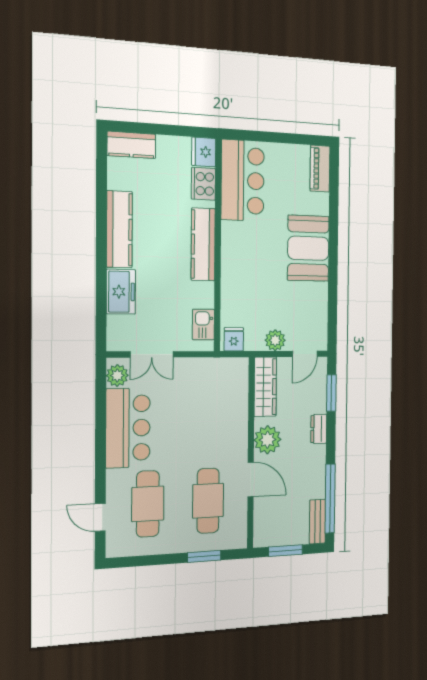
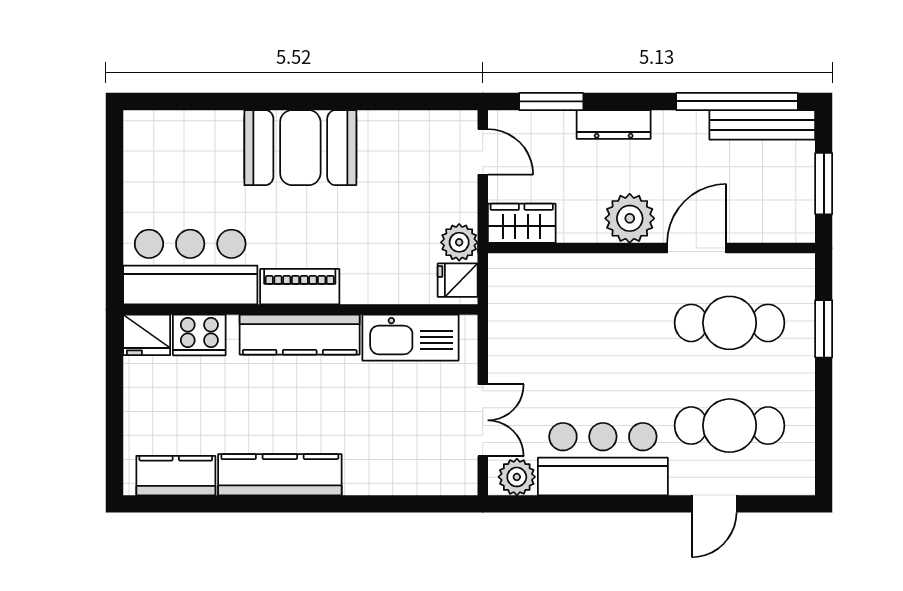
kitchen counter: (131, 145) -> (176, 476), moved, turned -90
piano: (320, 169) -> (300, 287), moved, turned 180
freezer: (121, 292) -> (381, 472), removed
kitchen sink: (203, 324) -> (411, 338), width x1.88, depth x1.24
plant: (275, 340) -> (459, 242), moved
wardrobe: (265, 387) -> (522, 223), width x0.67
dresser: (319, 429) -> (614, 124), width x1.44
door: (100, 517) -> (714, 504), moved
bench: (317, 522) -> (762, 125), width x1.36

